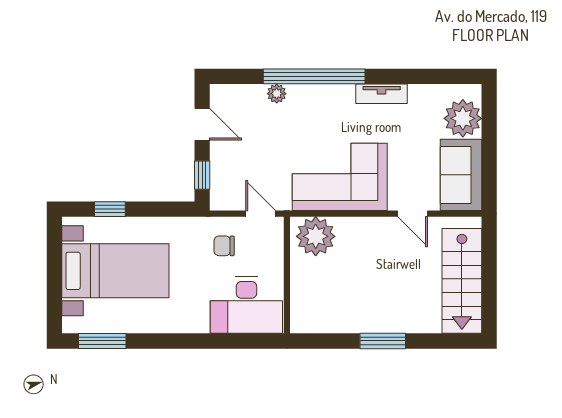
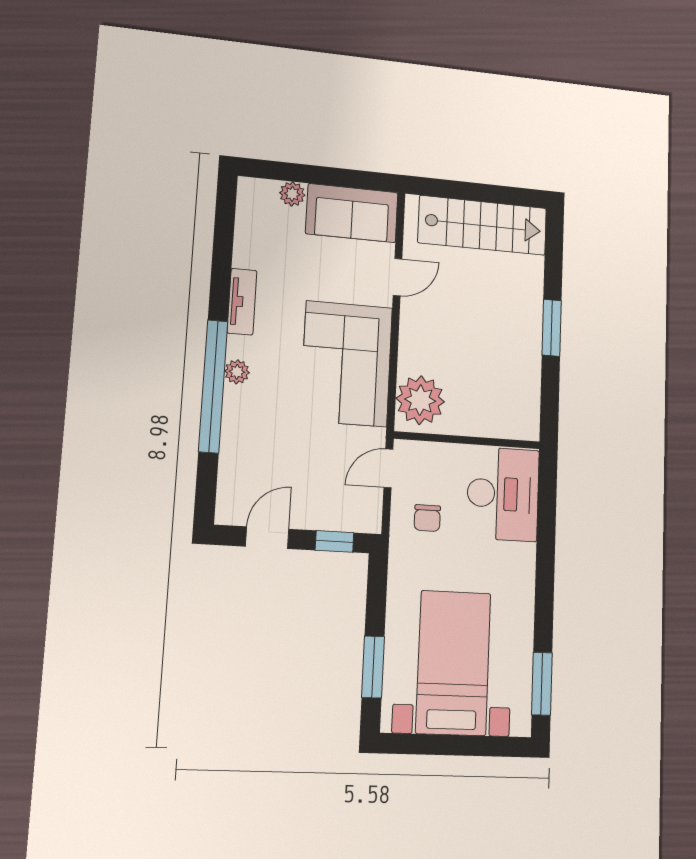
plant: (277, 94) -> (237, 372), moved
plant: (463, 118) -> (292, 194), width x0.53, depth x0.53
window: (110, 209) -> (373, 667), width x1.50

